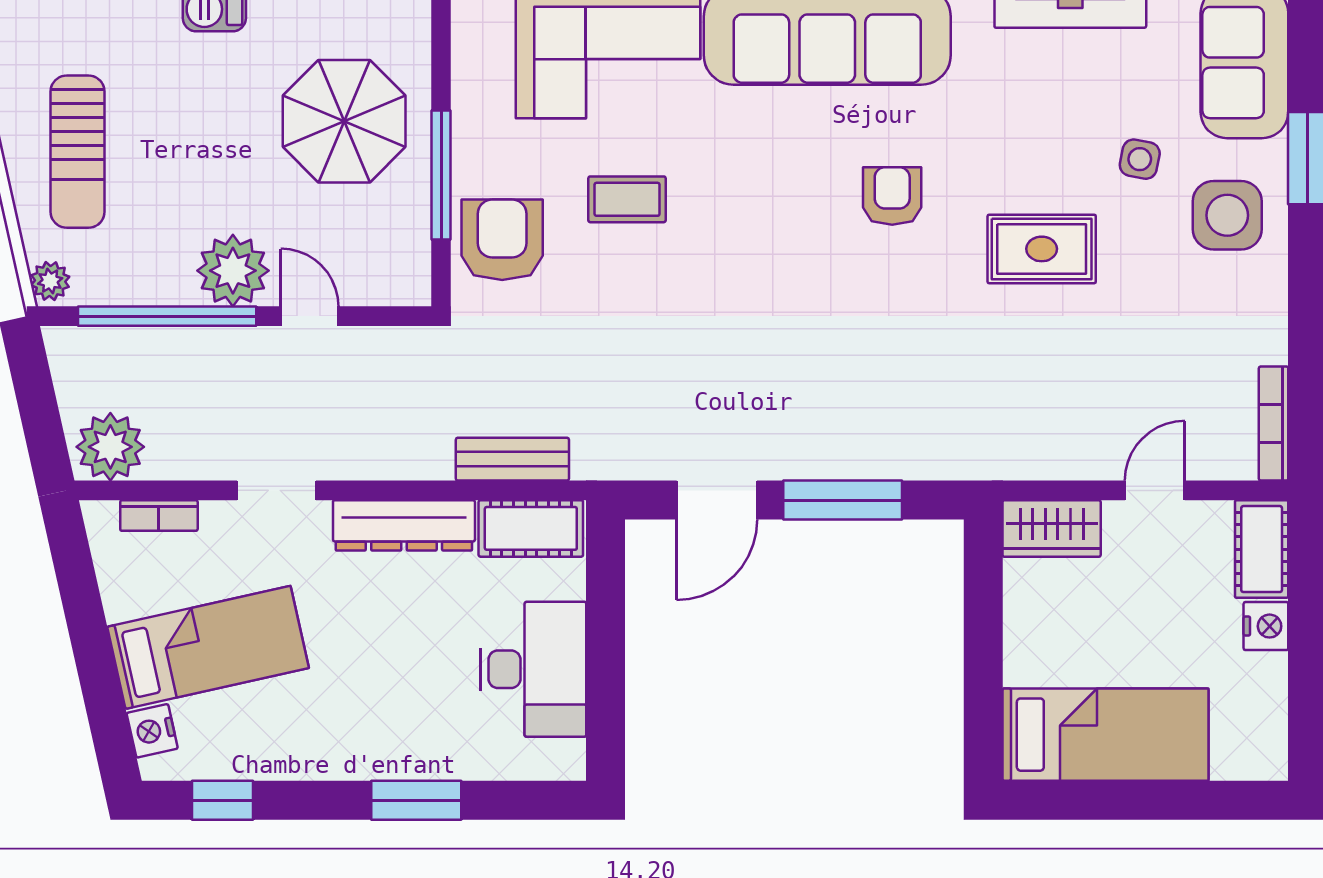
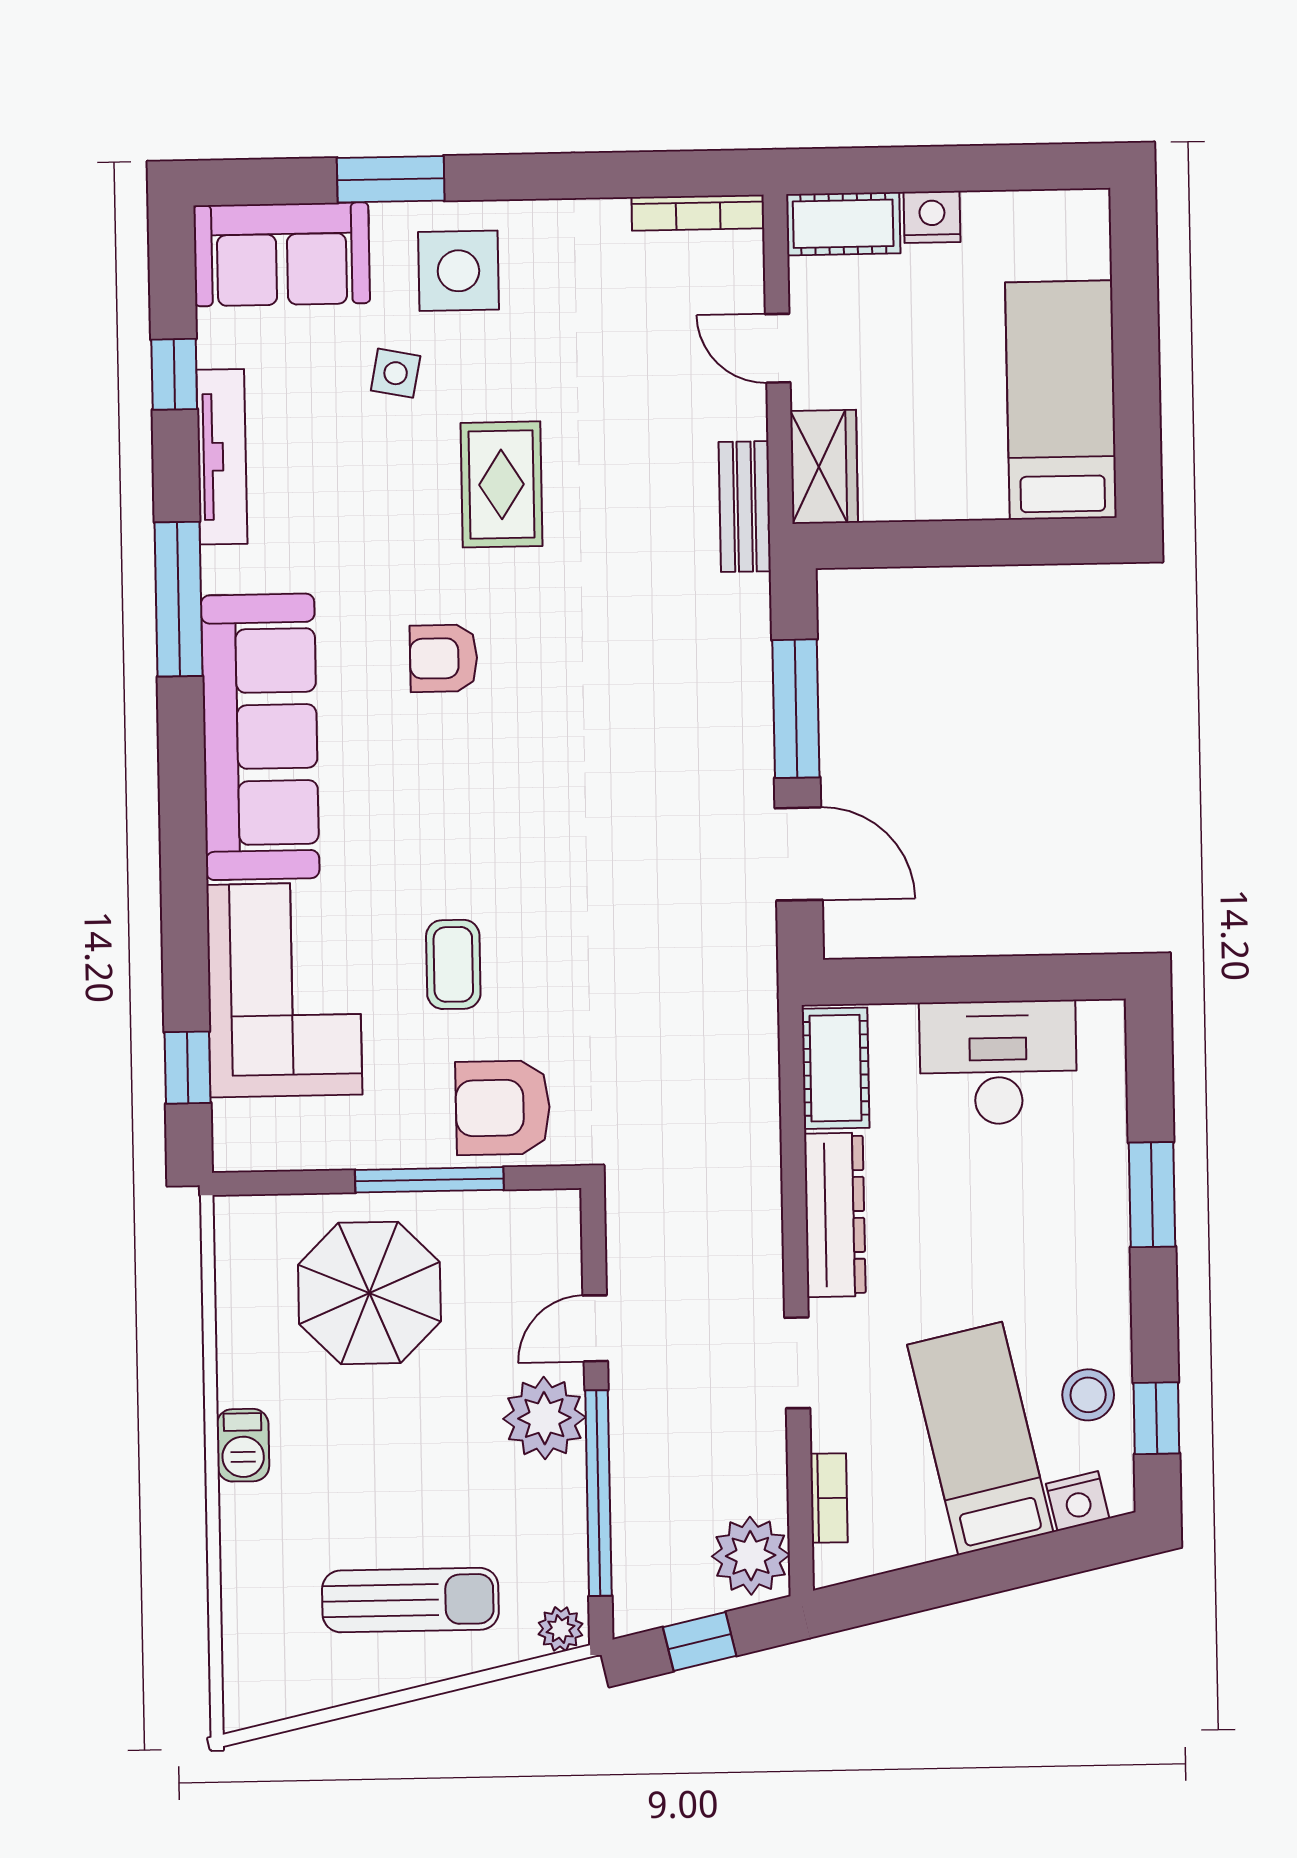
window: (37, 401) -> (700, 1642), added
bench: (512, 459) -> (745, 507), moved
stool: (244, 742) -> (1088, 1395), added

